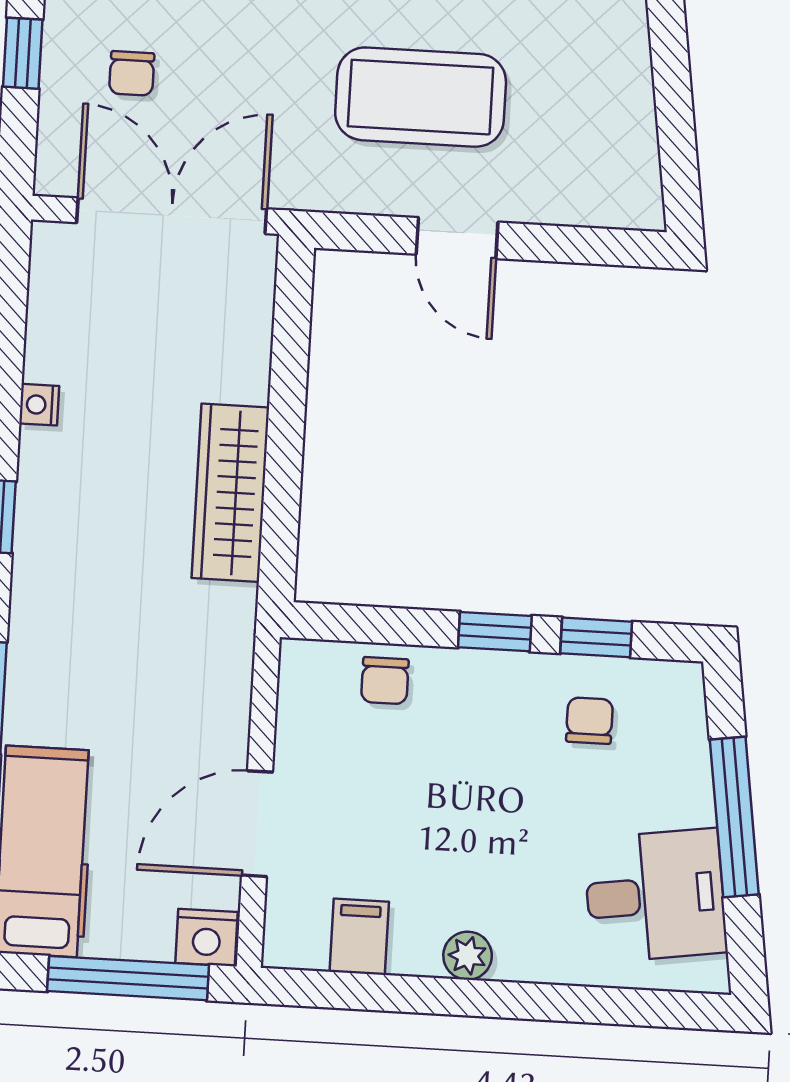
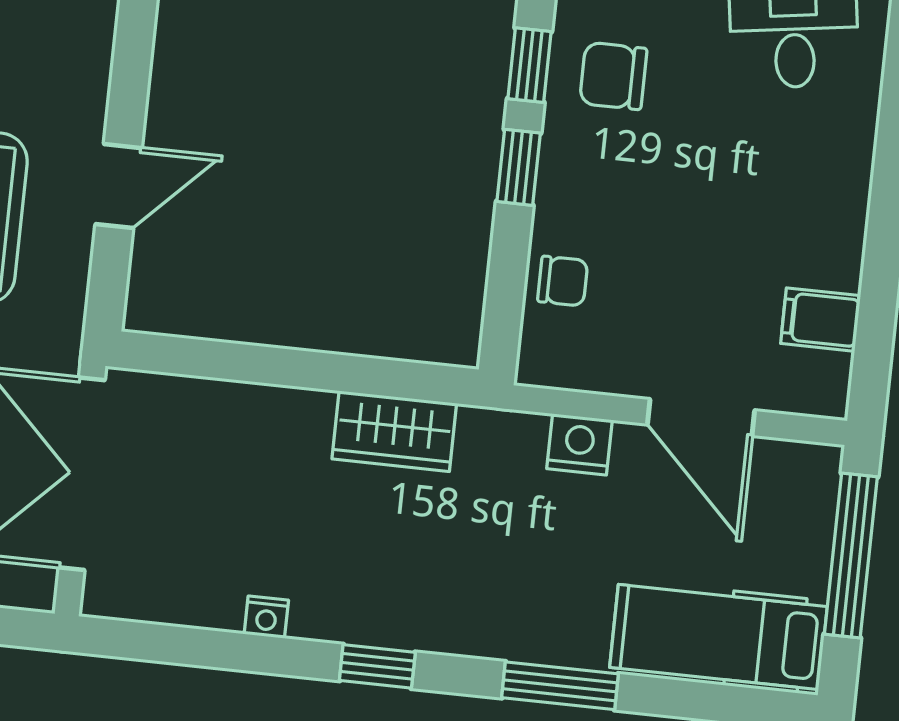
wardrobe: (230, 493) -> (394, 431), width x0.67
chair: (589, 721) -> (613, 76), width x1.37, depth x1.37
nightstand: (207, 937) -> (579, 444), moved, turned -90
plant: (468, 956) -> (845, 211), removed

